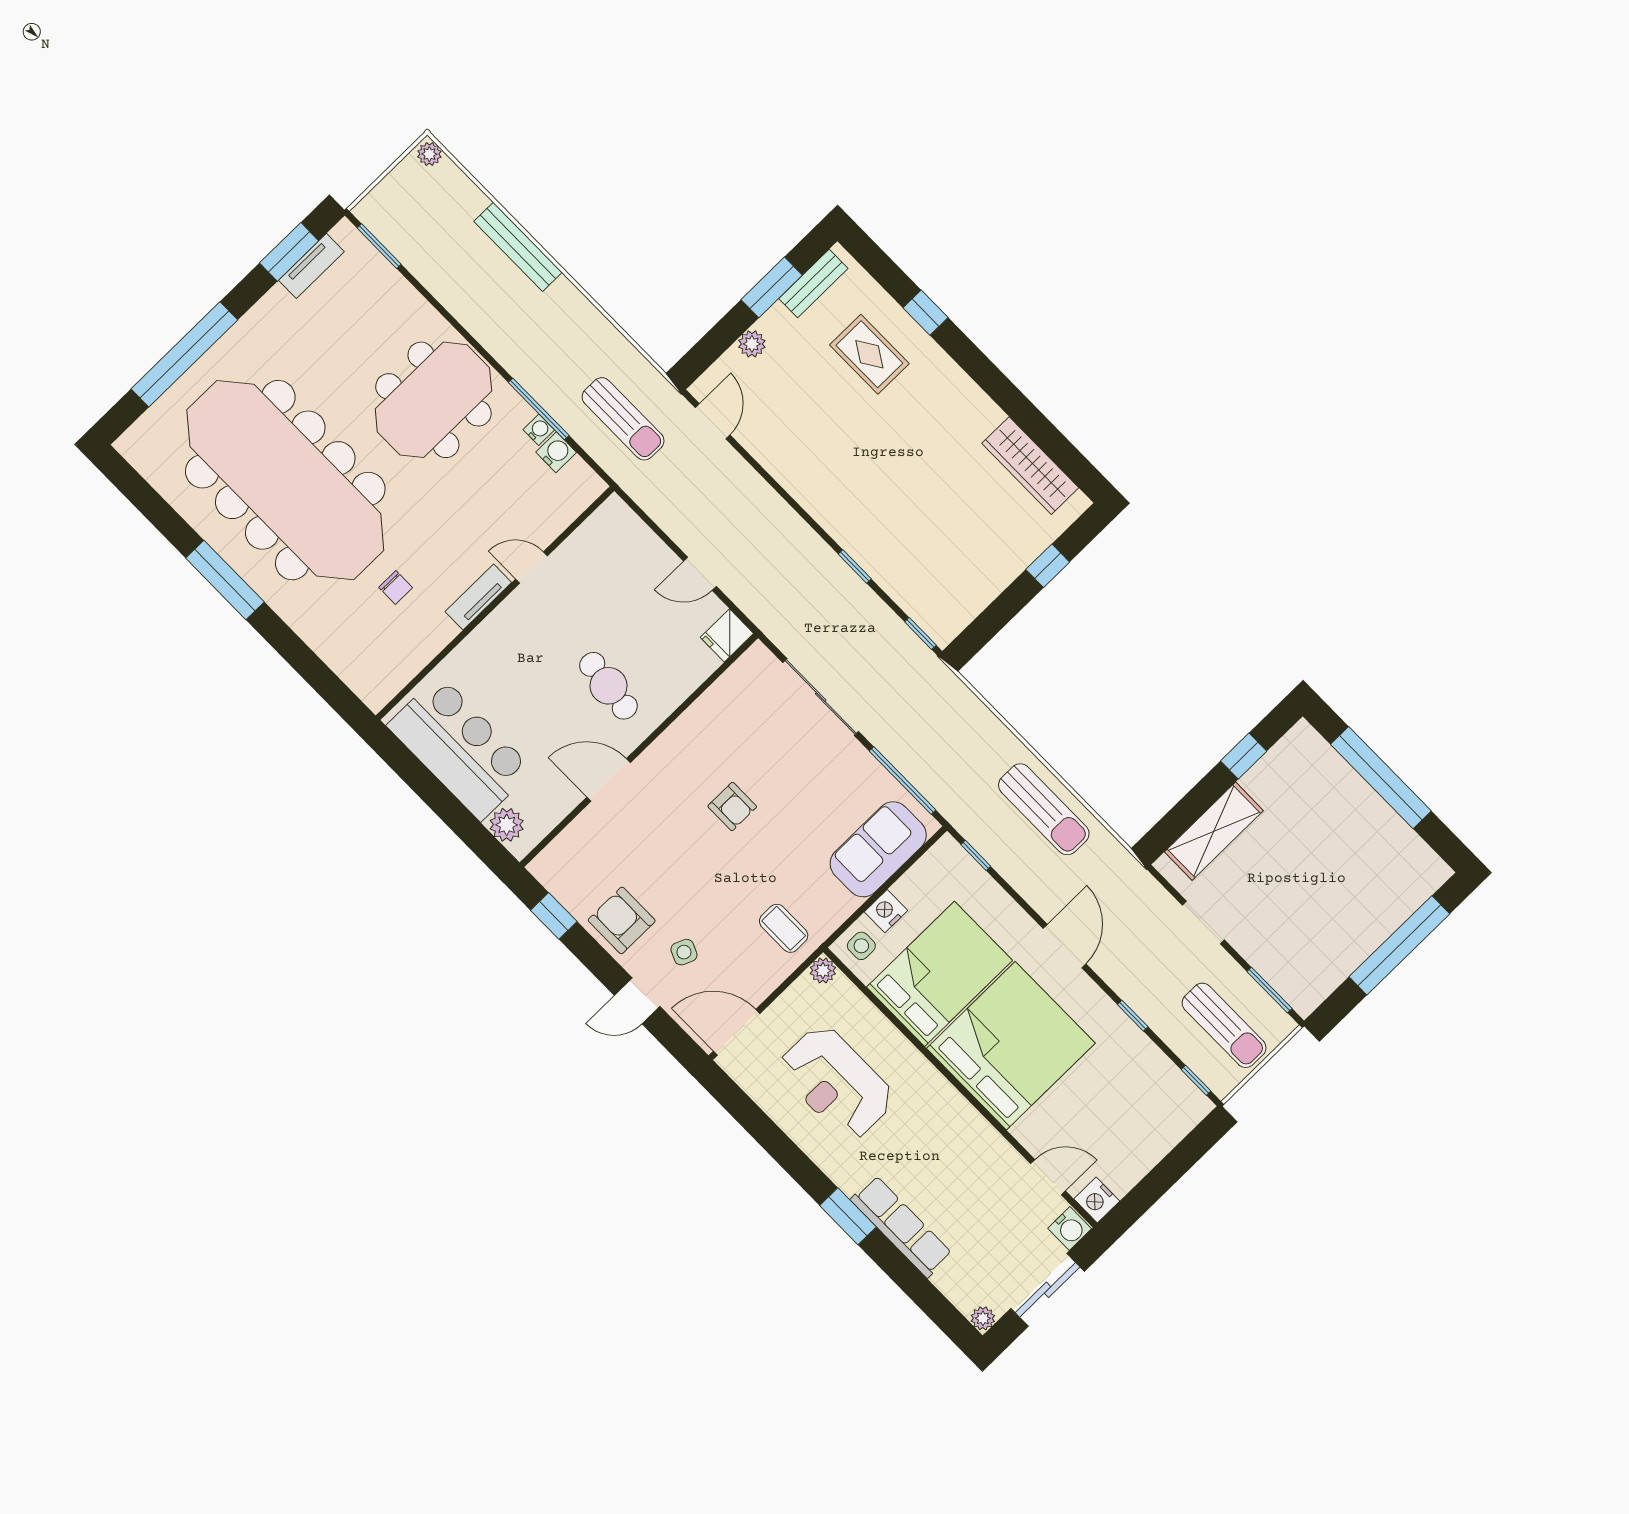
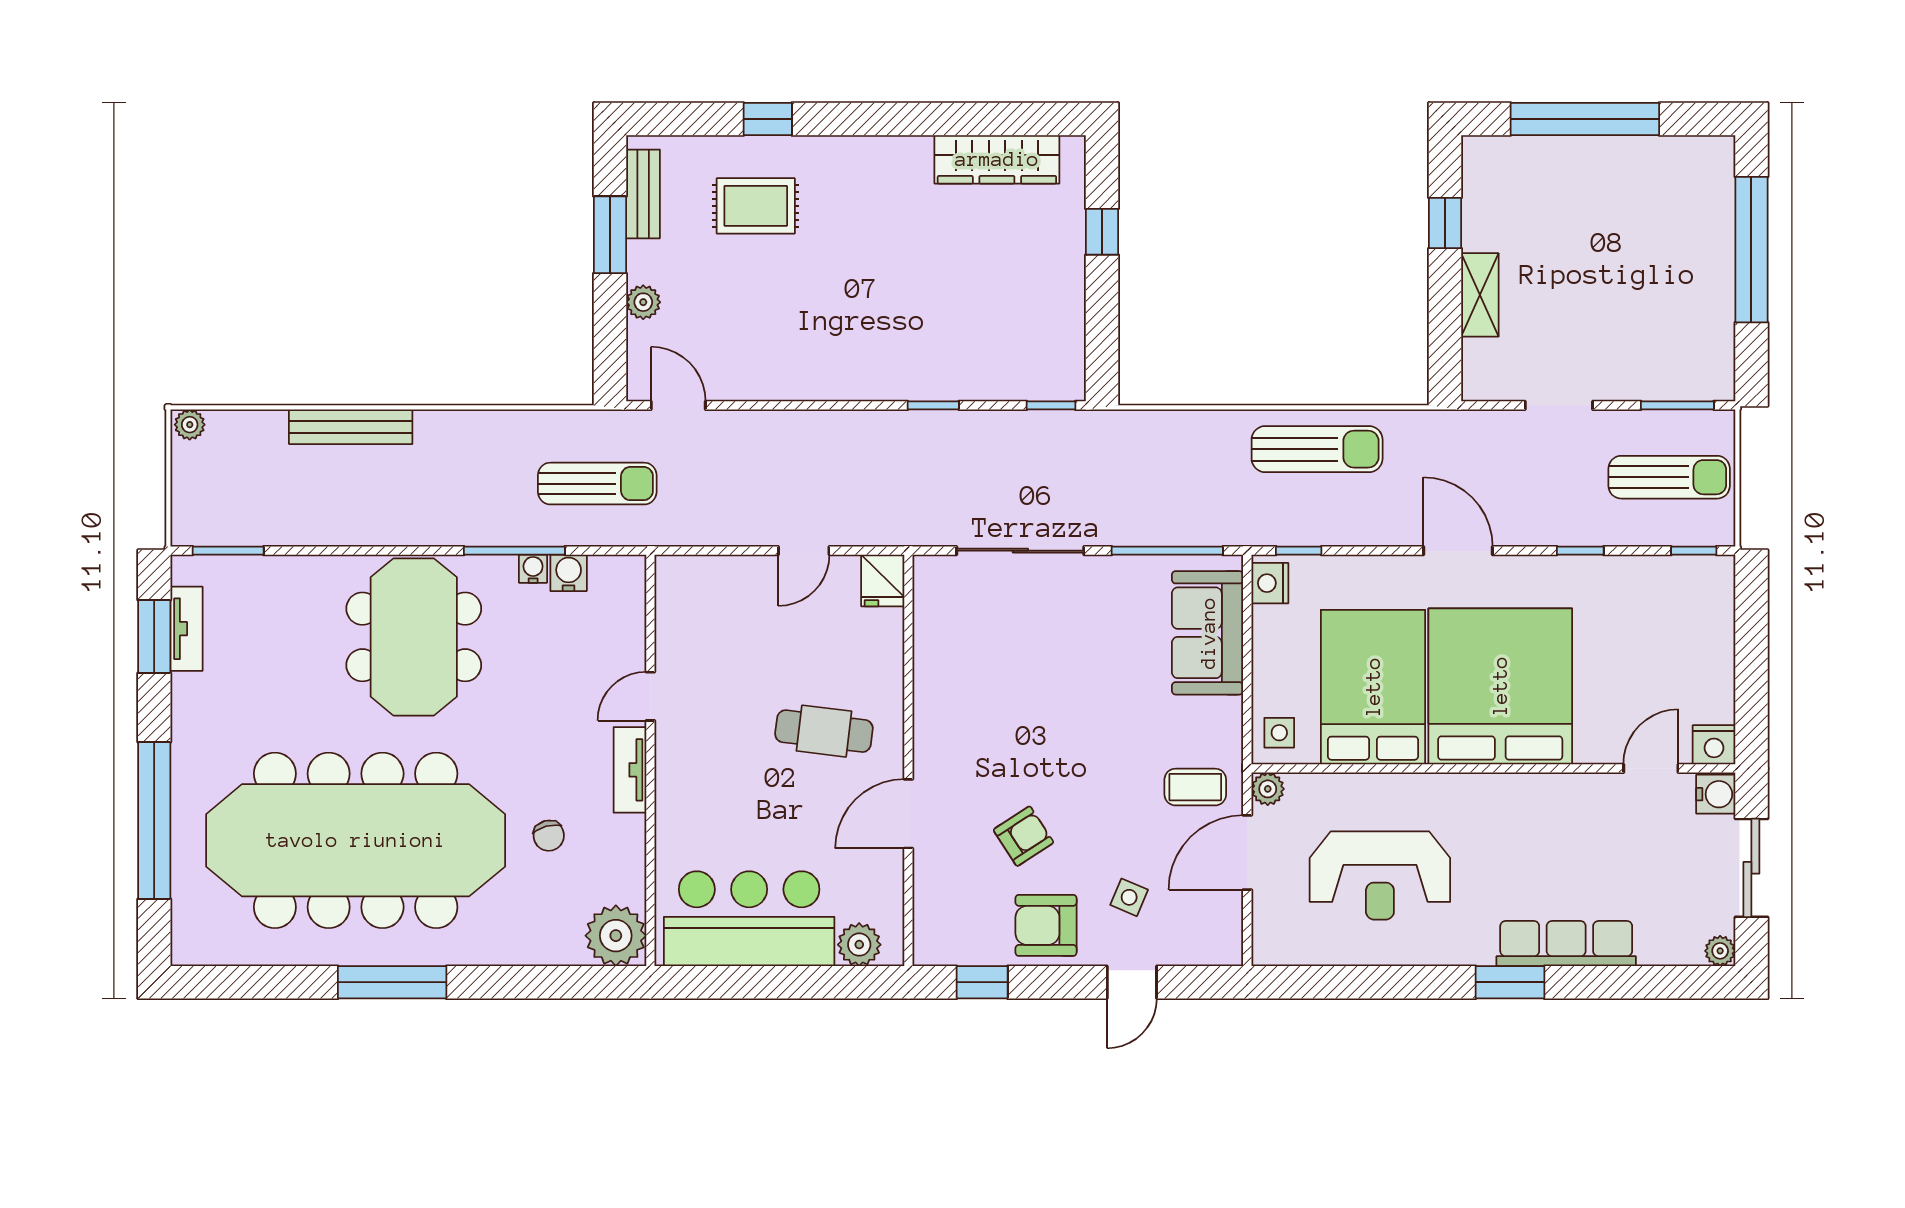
chair: (396, 587) -> (549, 836), turned 75
plant: (376, 681) -> (616, 936), added
armchair: (732, 806) -> (1023, 836), moved, turned -33
shelving: (1214, 831) -> (1480, 295), width x0.67, depth x0.75
nightstand: (886, 911) -> (1270, 583), moved
door: (737, 1032) -> (1247, 852), moved

